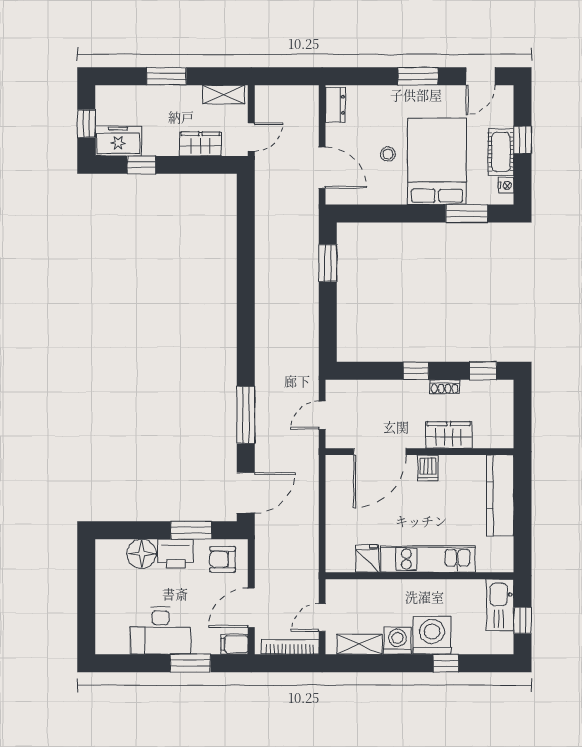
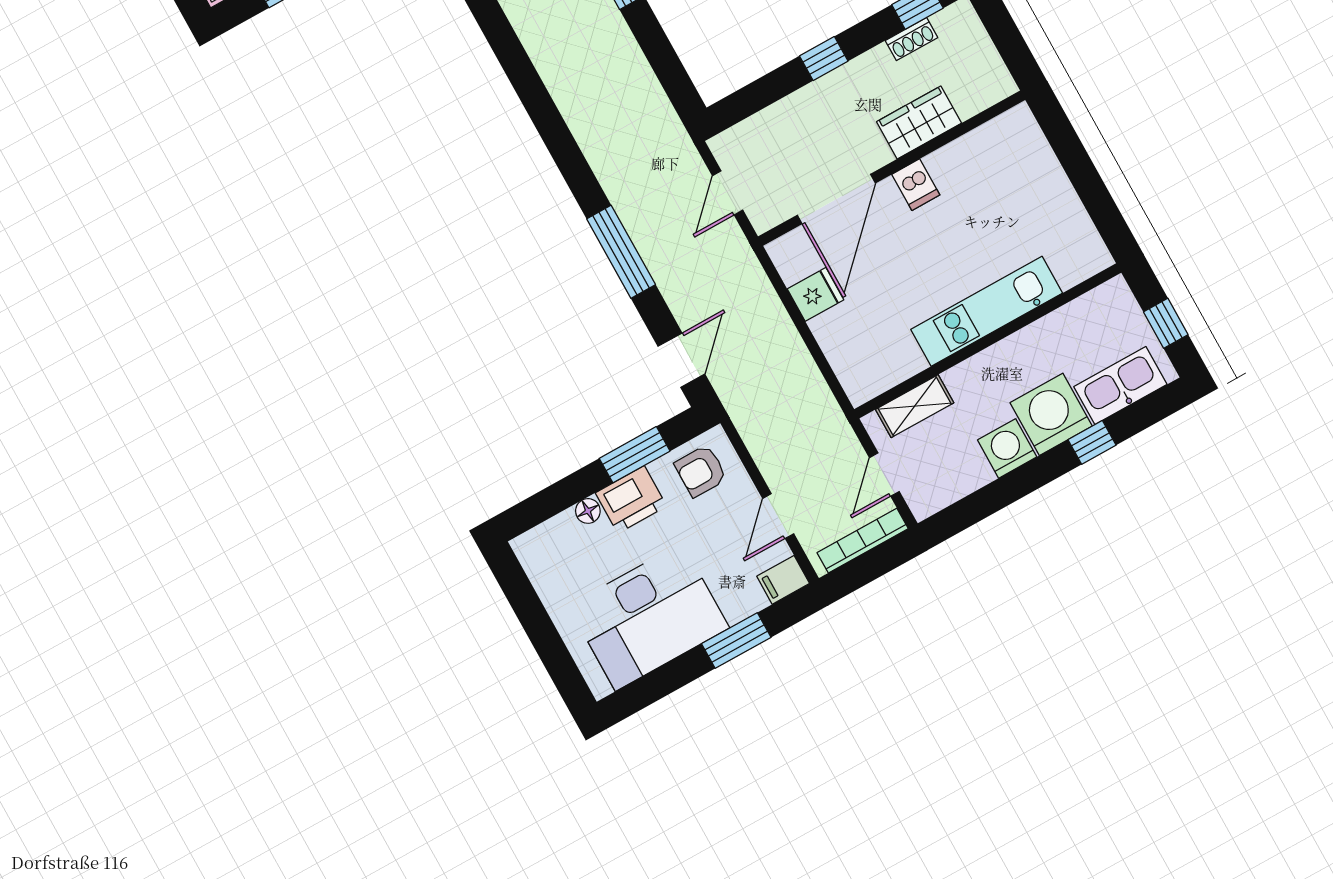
shoe rack: (445, 387) -> (912, 39), moved
door: (246, 493) -> (681, 360), width x0.73
kitchen counter: (500, 496) -> (1038, 167), removed
floor lamp: (142, 554) -> (588, 511), width x0.53, depth x0.53
fridge: (367, 559) -> (815, 294), moved, turned 90
kitchen sink: (500, 605) -> (1120, 386), moved, turned 90
door: (251, 608) -> (778, 516), width x0.73
desk: (161, 631) -> (649, 617), width x1.36, depth x1.30
shelving: (359, 644) -> (915, 406), moved

